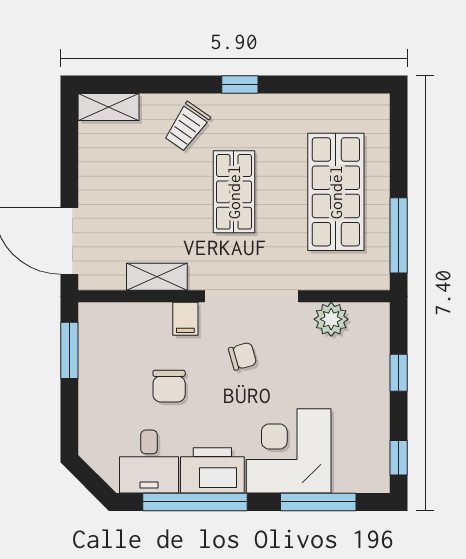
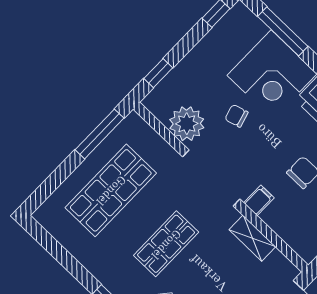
plant: (331, 319) -> (187, 124), width x1.36, depth x1.36
chair: (243, 356) -> (236, 116), moved
window: (399, 373) -> (158, 73), moved

